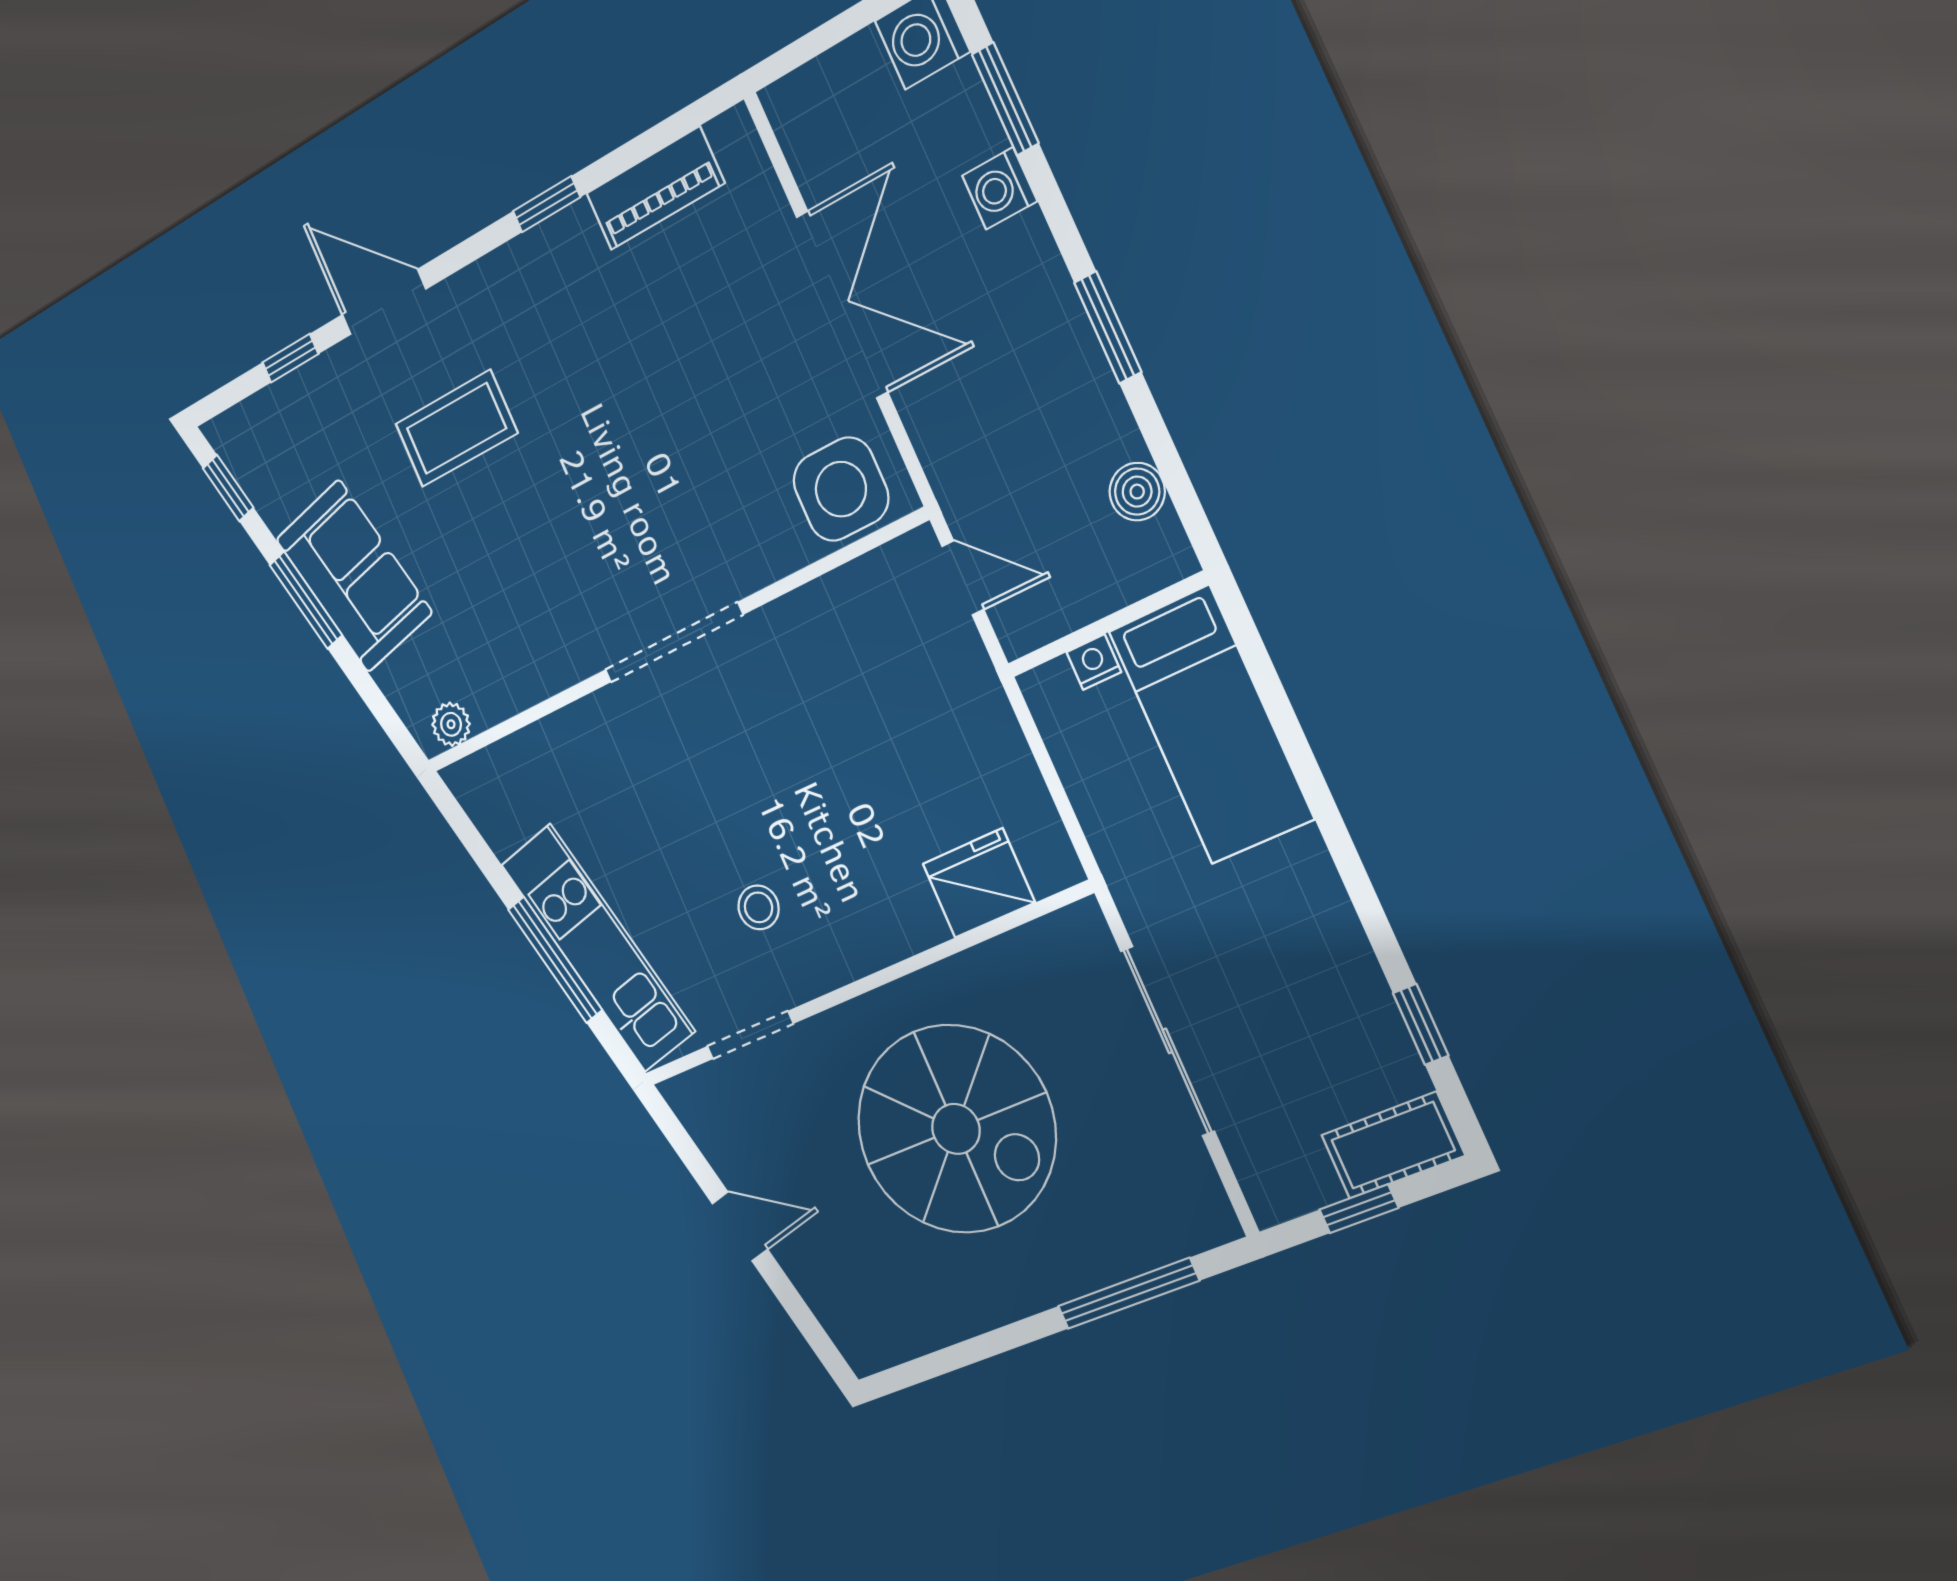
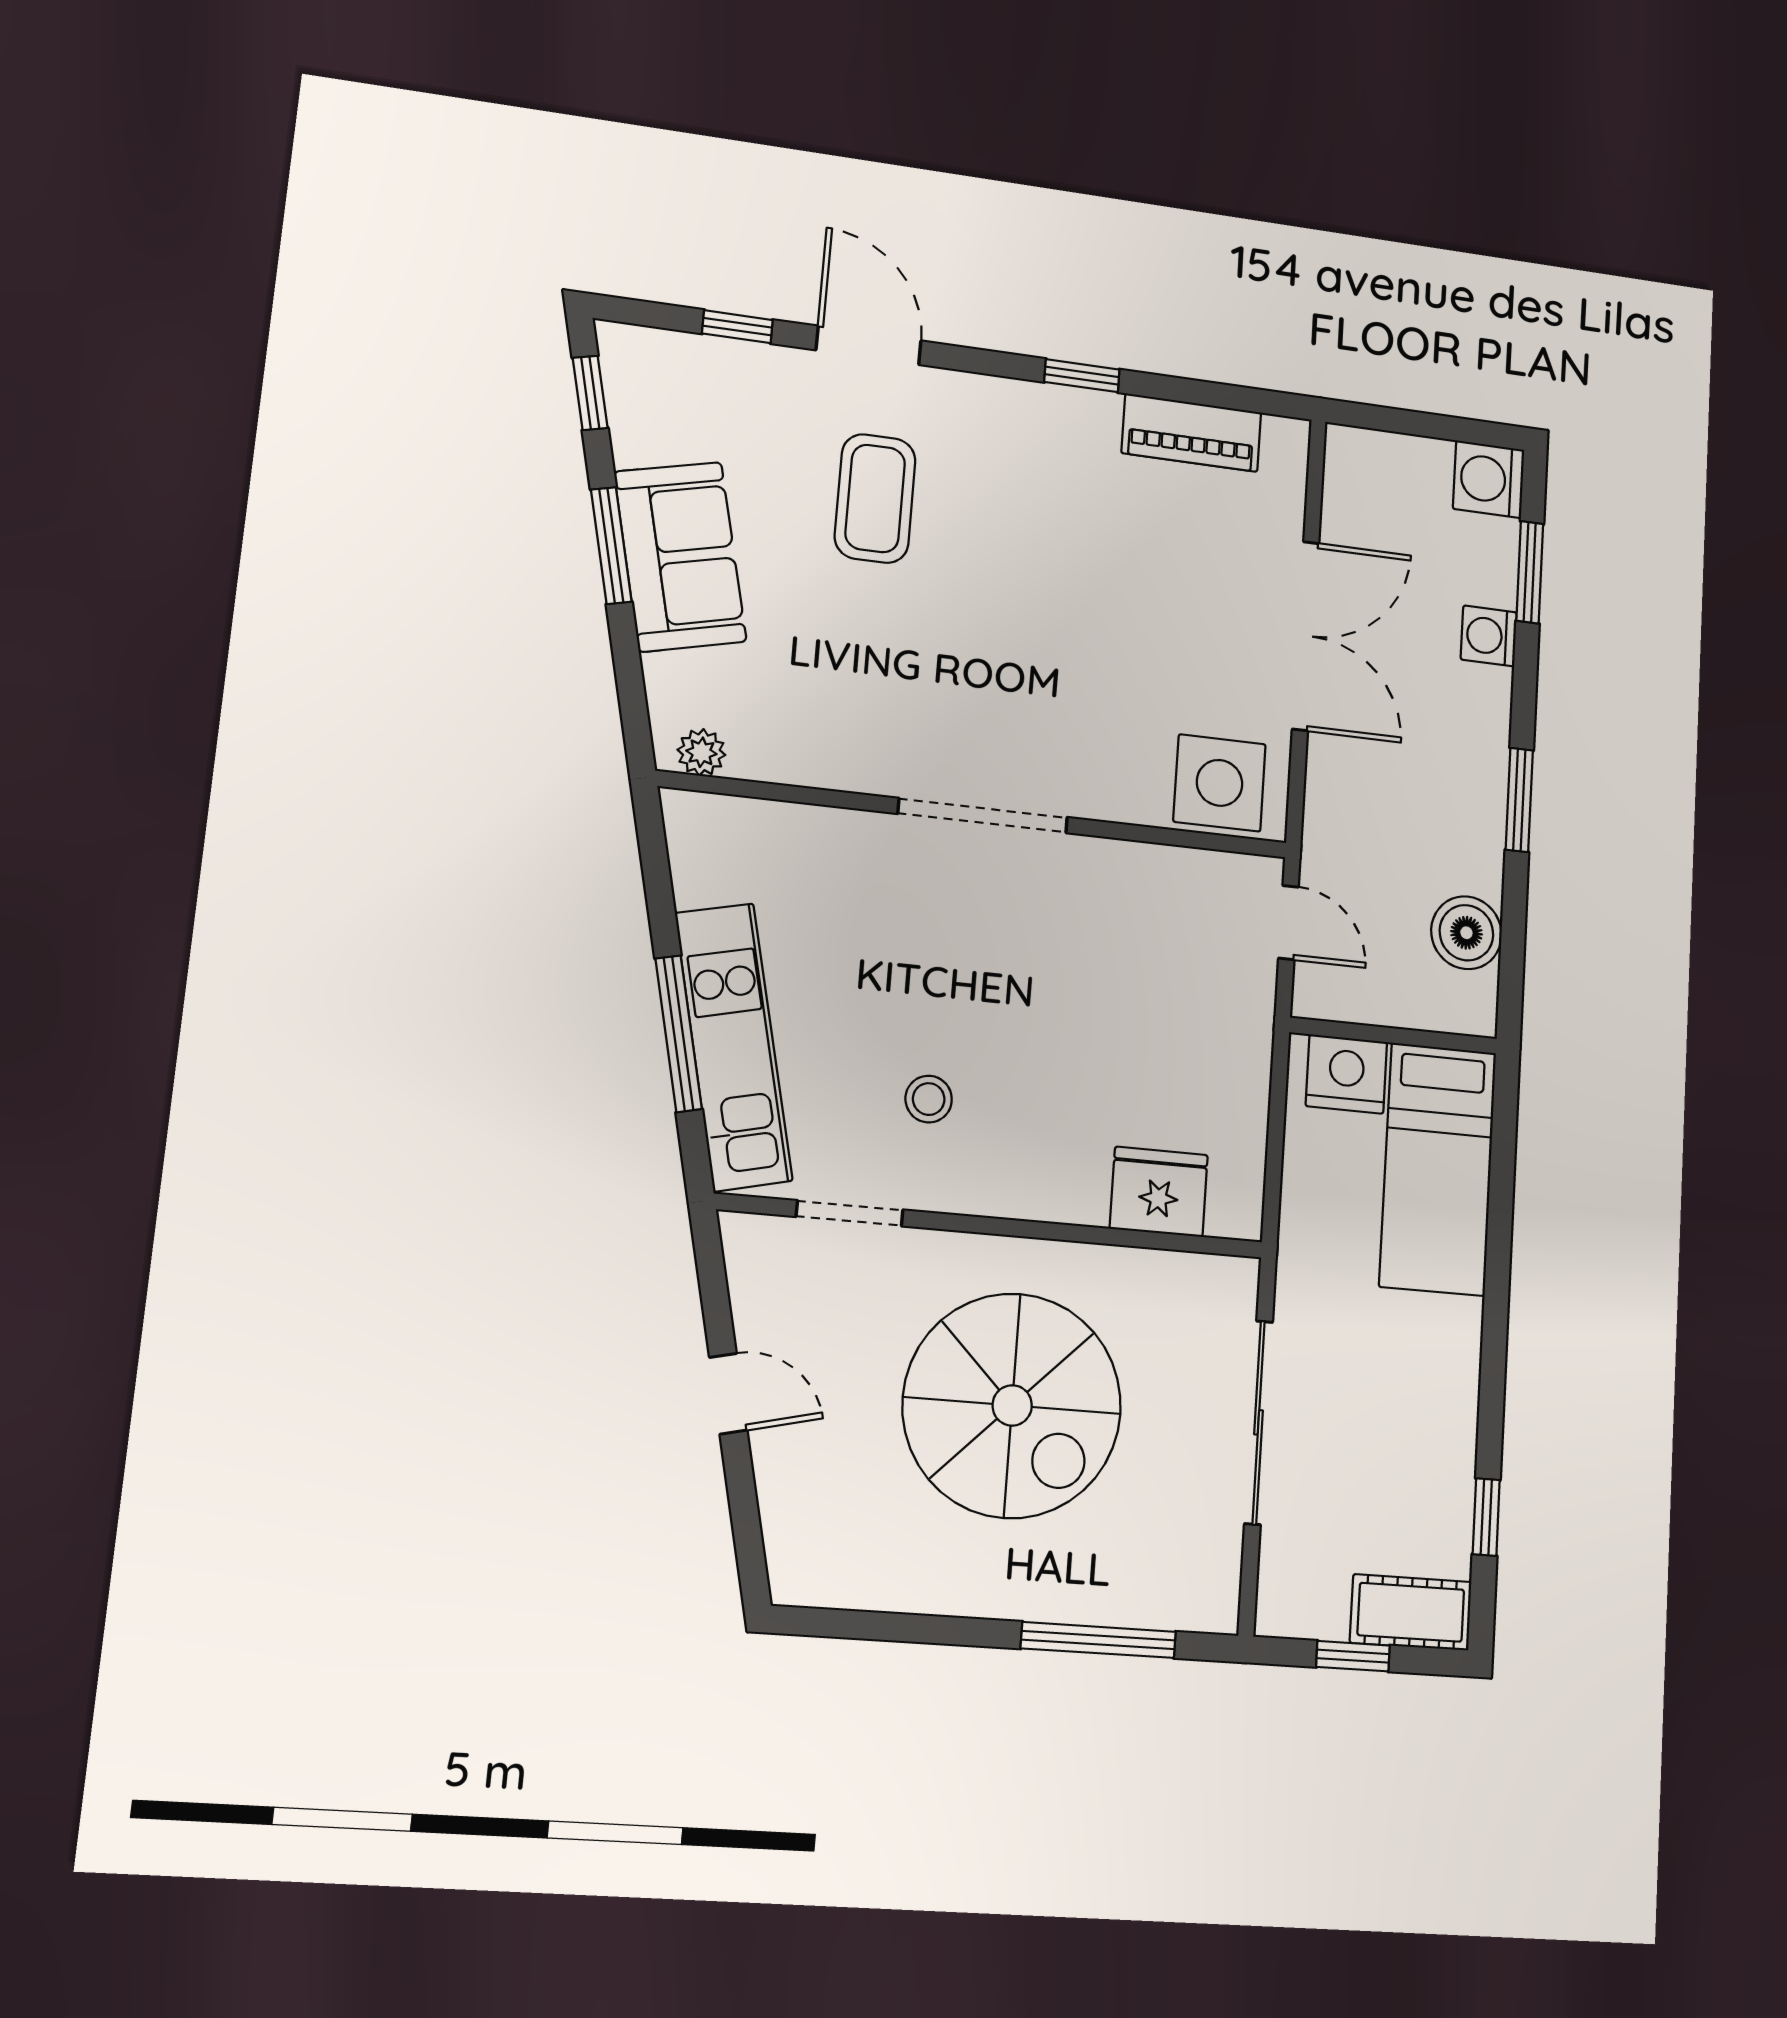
coffee table: (456, 428) -> (875, 498), turned 90
boiler: (1137, 492) -> (1466, 933), width x1.36, depth x1.36
nightstand: (1094, 662) -> (1346, 1074), width x1.89, depth x1.79

